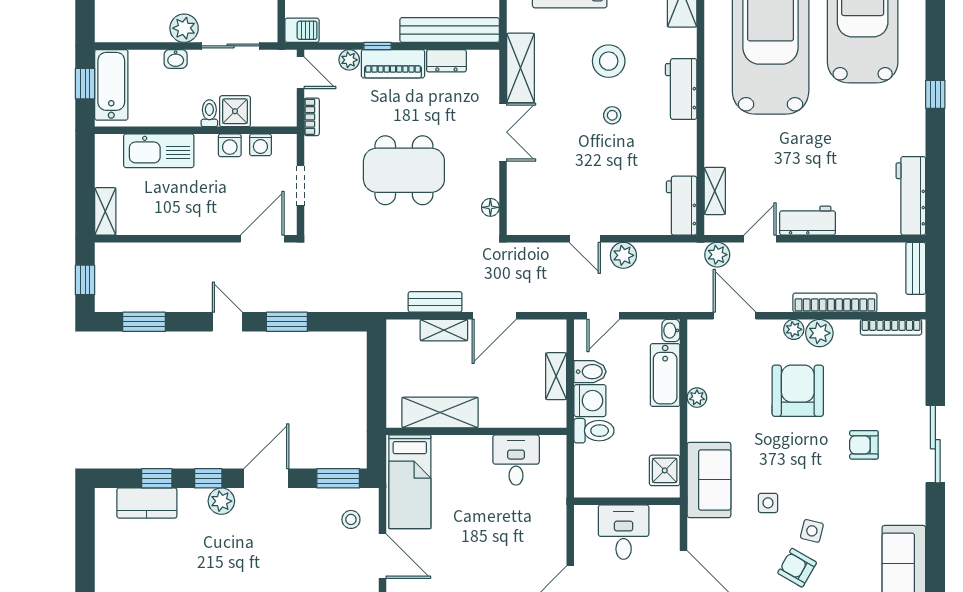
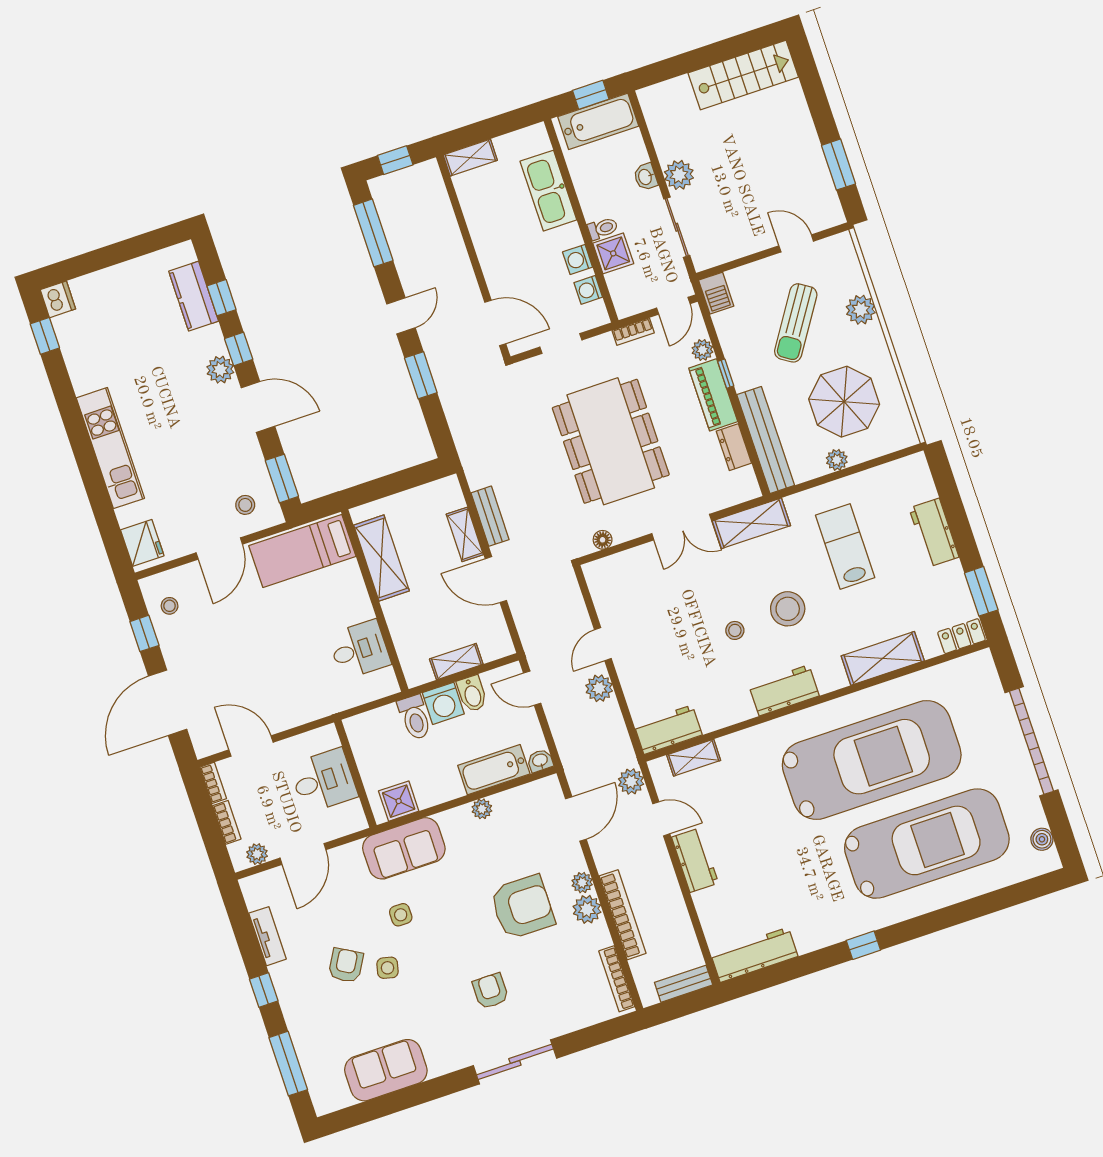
dining table: (404, 170) -> (611, 441), width x1.36, depth x1.24
window: (144, 322) -> (373, 233), width x1.44

